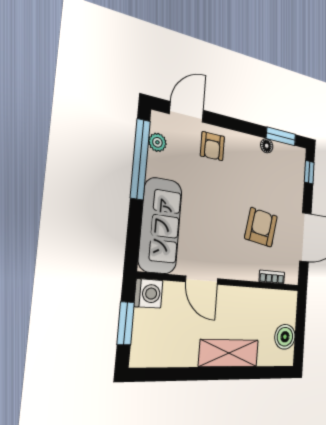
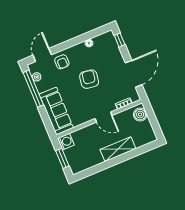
window: (281, 136) -> (94, 33), removed
armchair: (261, 227) -> (89, 79), moved
door: (202, 280) -> (104, 117), moved
boiler: (285, 337) -> (140, 115), moved

